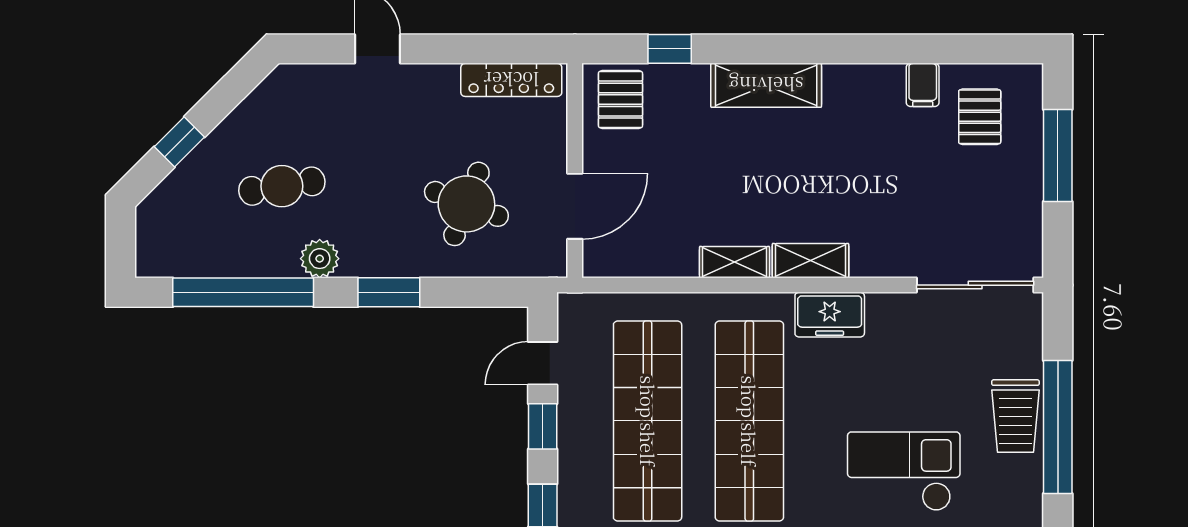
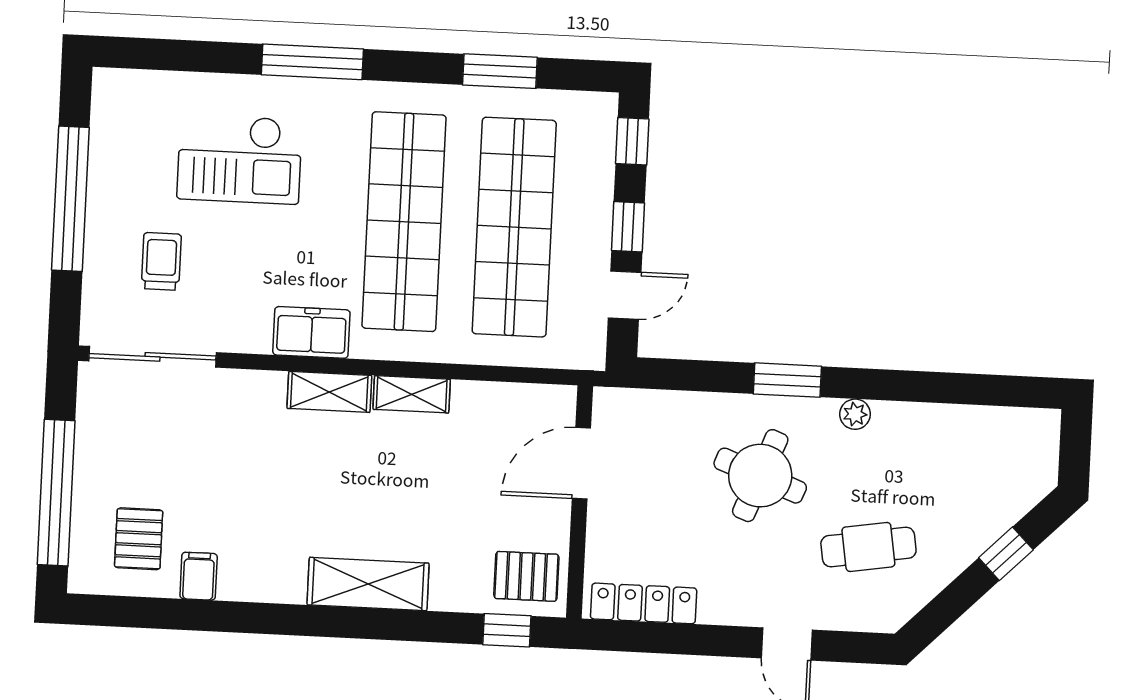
window: (670, 49) -> (507, 630), moved
pallet: (620, 100) -> (526, 576), turned 90
window: (1058, 155) -> (56, 493), width x1.46
cafe table: (282, 186) -> (868, 547), moved
round table: (466, 204) -> (760, 476), moved
plant: (320, 259) -> (855, 414), width x0.73, depth x0.73
window: (243, 292) -> (945, 388), removed
trolley: (1015, 416) -> (161, 261), moved, width x0.73, depth x0.72

